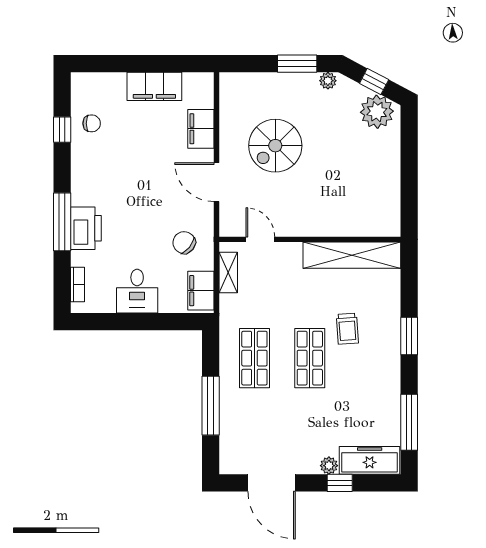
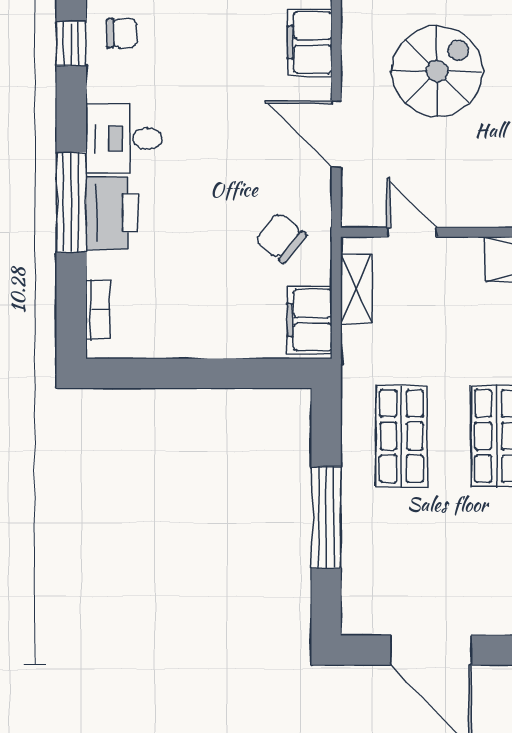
spiral stairs: (275, 146) -> (437, 71), turned 180
desk: (137, 291) -> (124, 139), moved, turned 90

